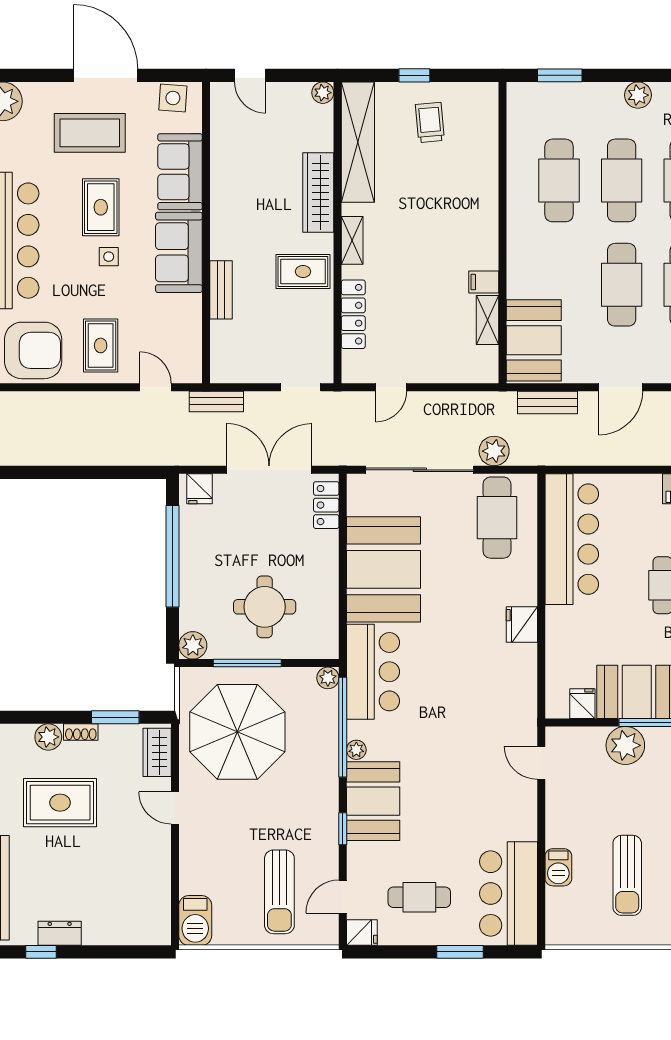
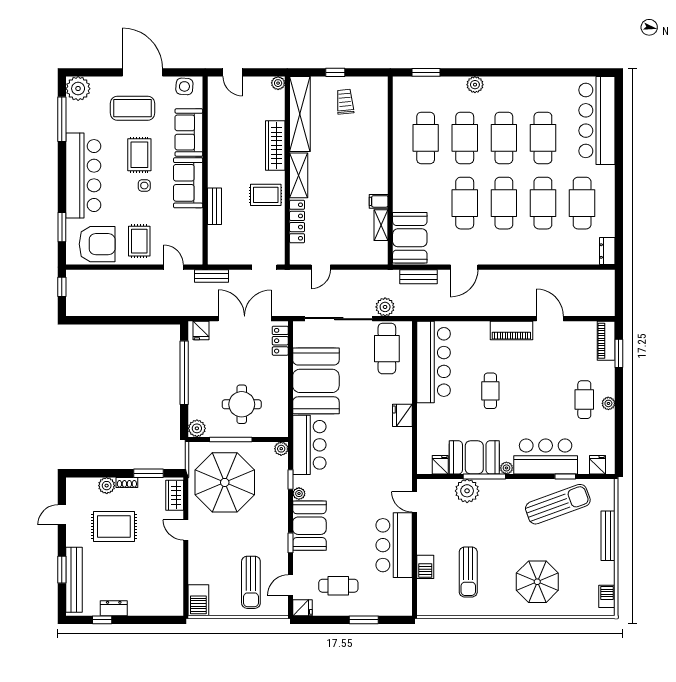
shelving: (352, 240) -> (299, 175), width x1.50, depth x1.33
window: (343, 727) -> (290, 479), width x0.32
bar counter: (508, 894) -> (394, 545), moved

